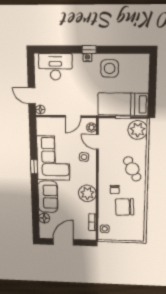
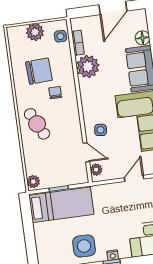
door: (73, 117) -> (134, 178), moved
plant: (138, 130) -> (33, 182), width x0.53, depth x0.53
plant: (87, 193) -> (88, 67), moved
plant: (123, 235) -> (35, 32), added

